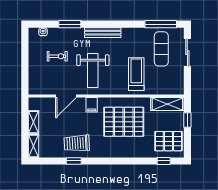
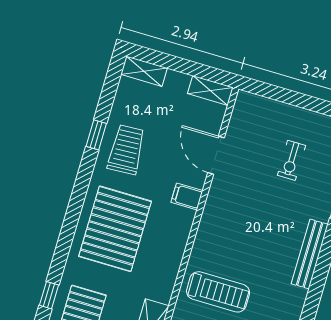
weight bench: (93, 70) -> (247, 216), removed
shelving: (33, 122) -> (210, 91), moved
pallet: (124, 122) -> (115, 229), moved

